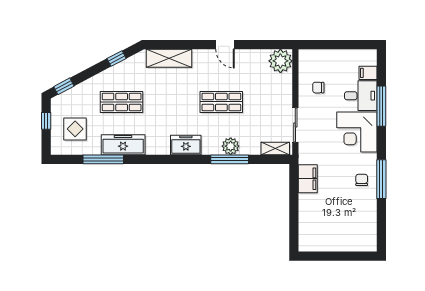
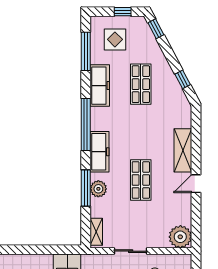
shelving: (169, 58) -> (183, 150), moved
sliding door: (295, 125) -> (131, 251), moved
freezer: (186, 145) -> (99, 152), width x1.40
window: (103, 159) -> (86, 51), moved
window: (164, 159) -> (86, 124), added

